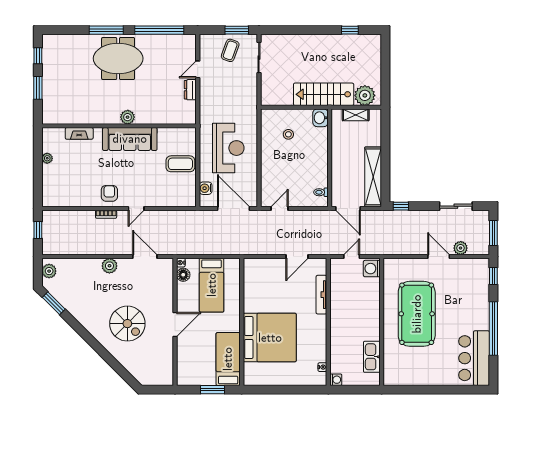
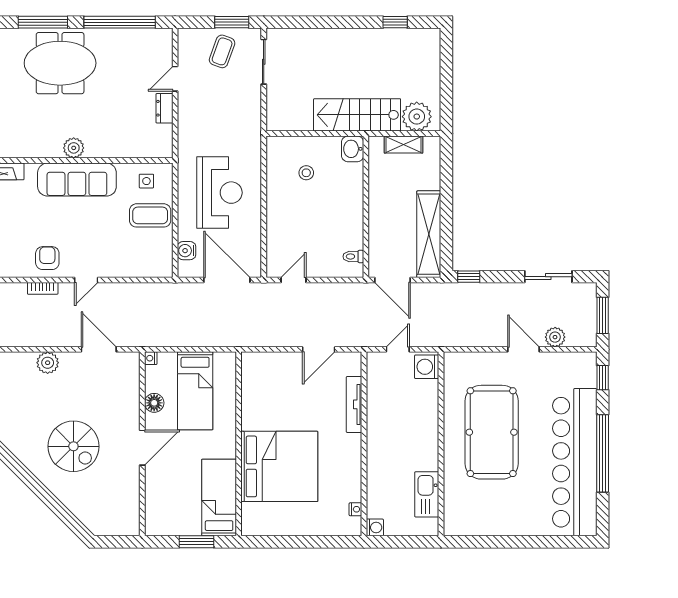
side table: (178, 140) -> (146, 181), added
floor lamp: (183, 275) -> (154, 403), moved
bar counter: (474, 358) -> (575, 462), width x1.86

